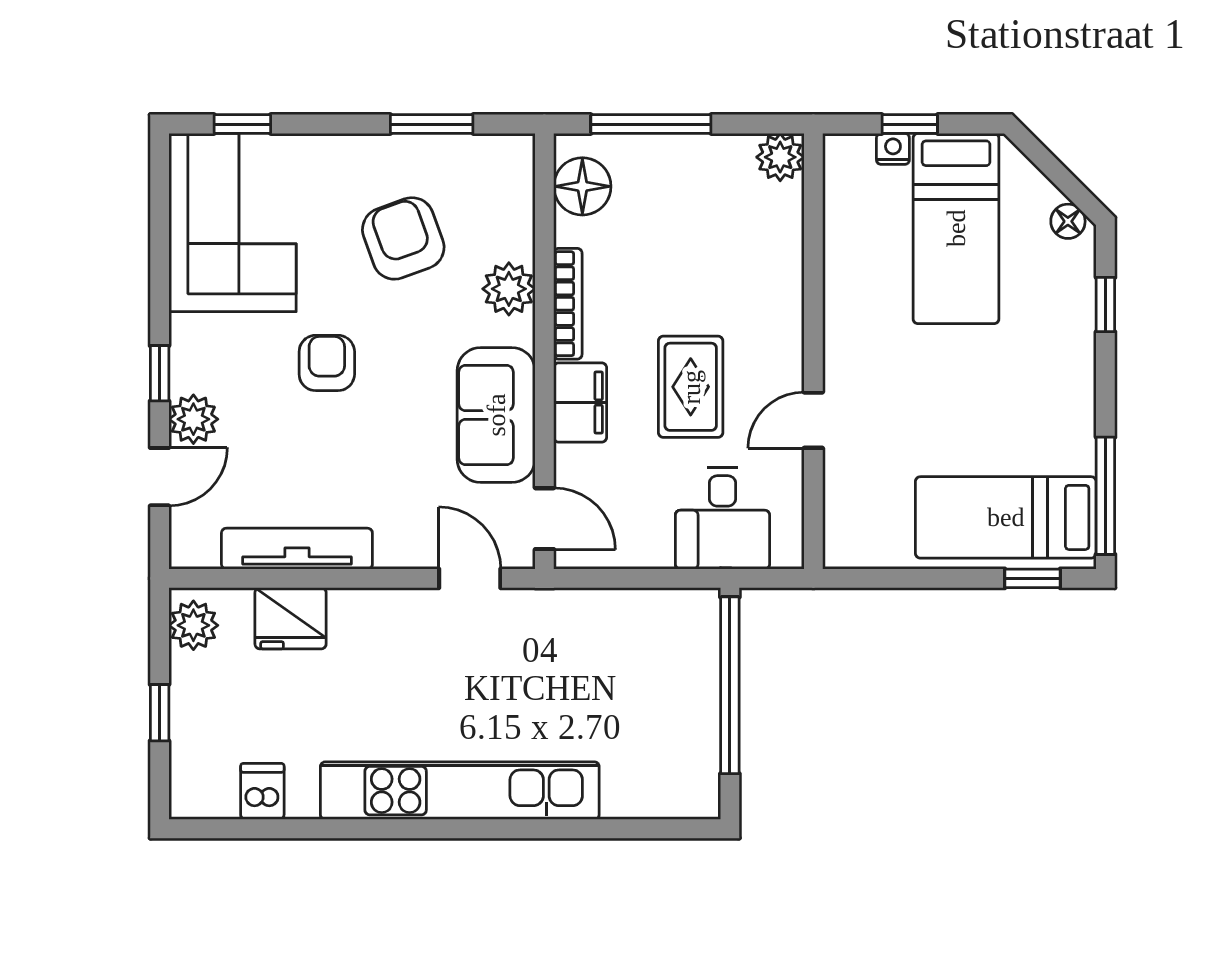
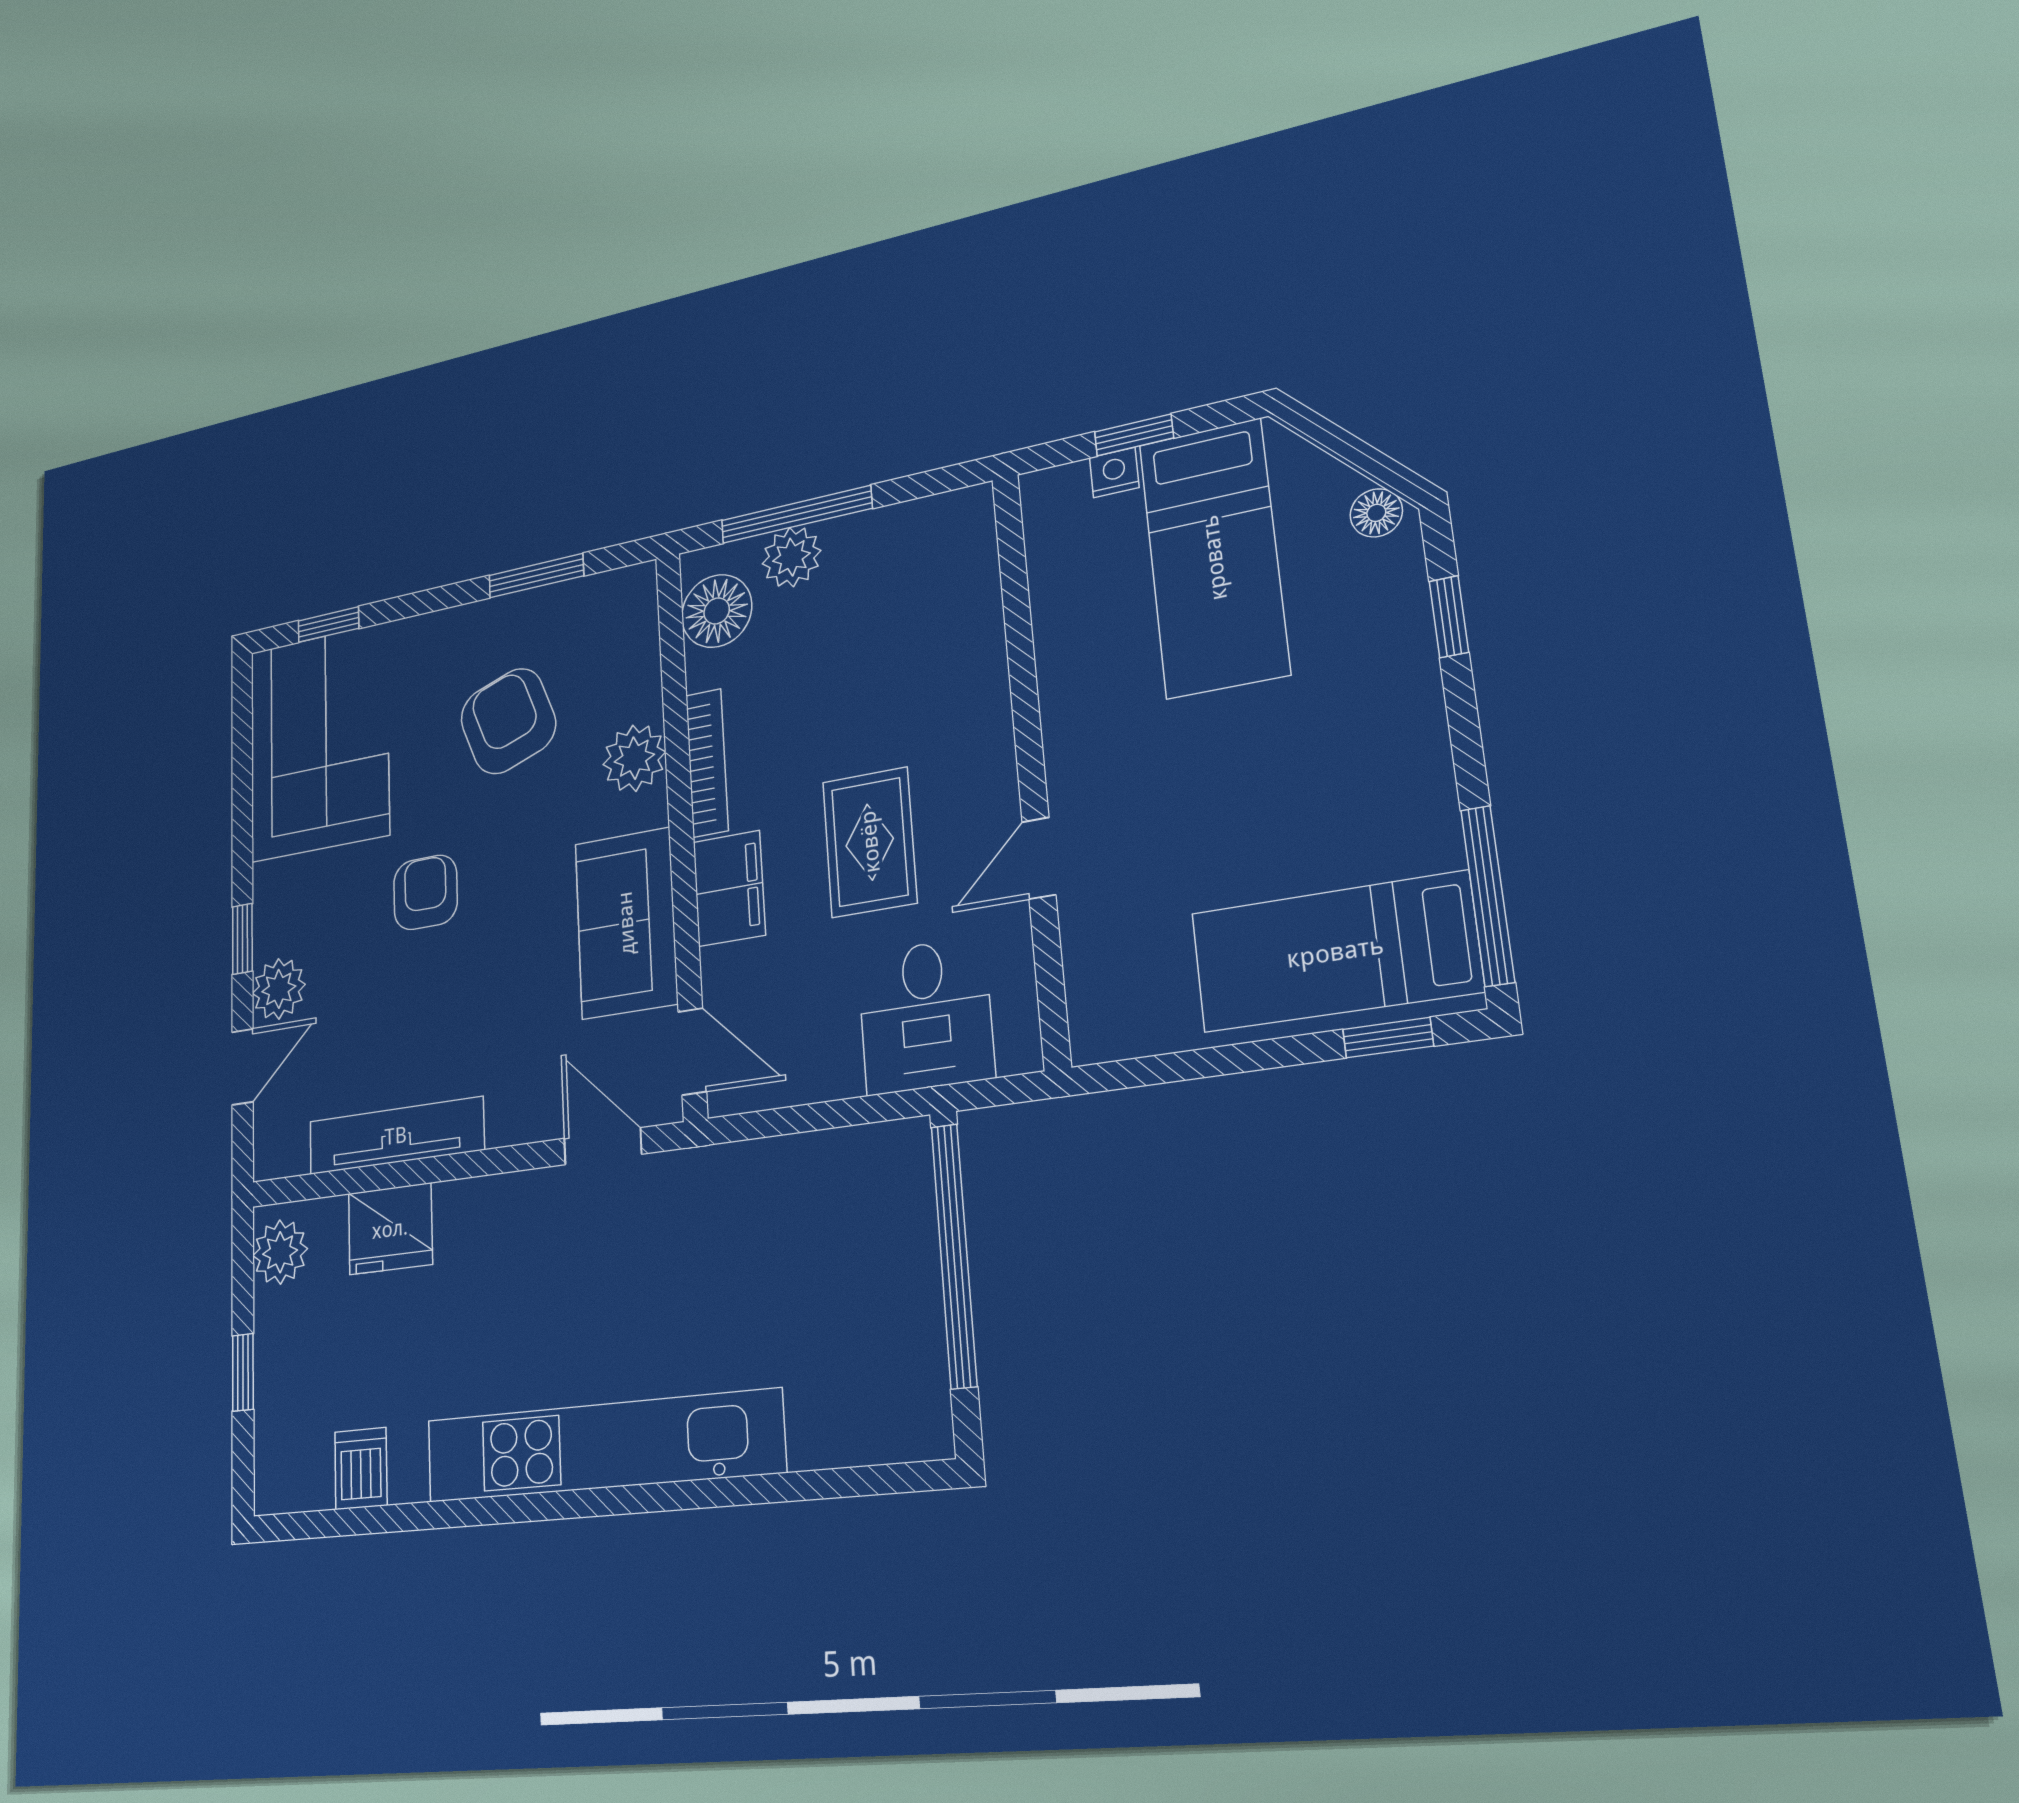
plant: (780, 157) -> (791, 557), moved

